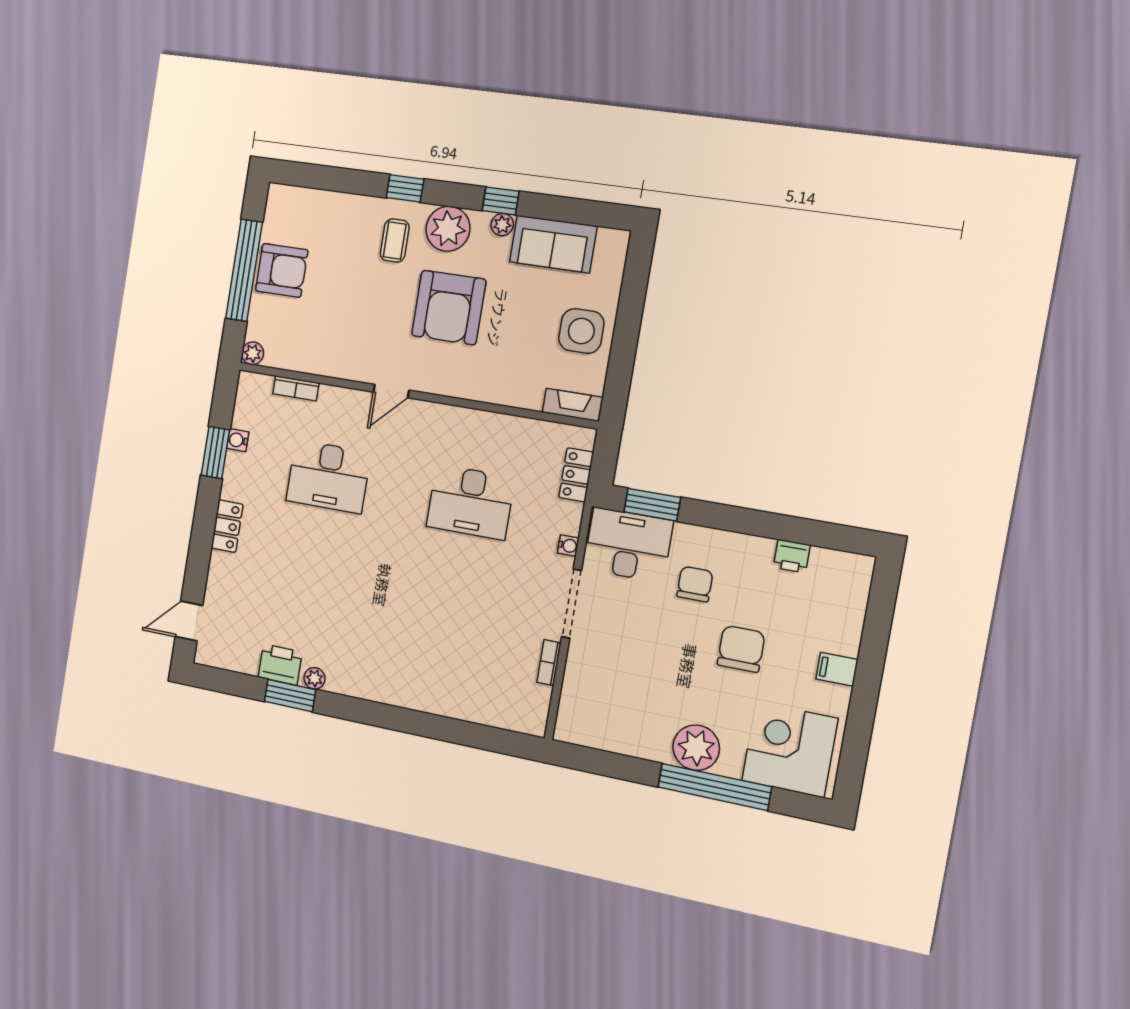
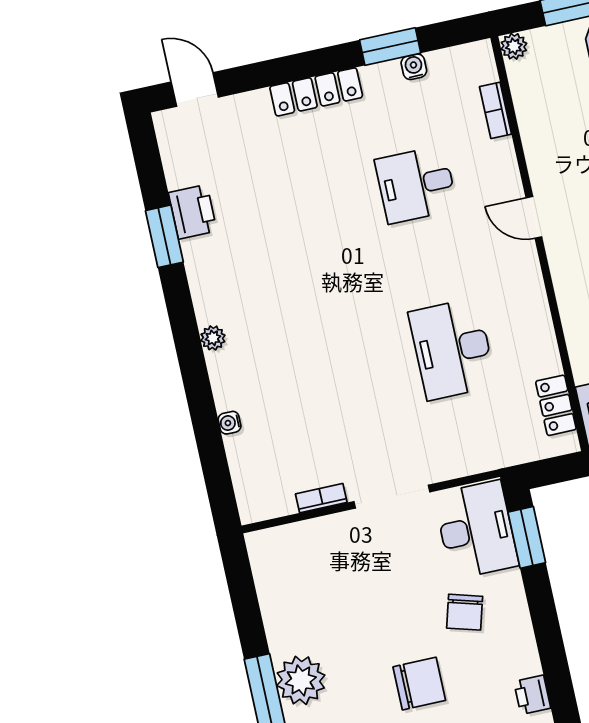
locker: (576, 475) -> (556, 405), moved, turned -90
desk: (328, 477) -> (416, 185), width x0.73
locker: (227, 526) -> (316, 92), width x1.53
water cooler: (568, 546) -> (230, 423), moved, turned 90
chair: (695, 584) -> (465, 612), turned 106
plant: (315, 678) -> (213, 338), moved

